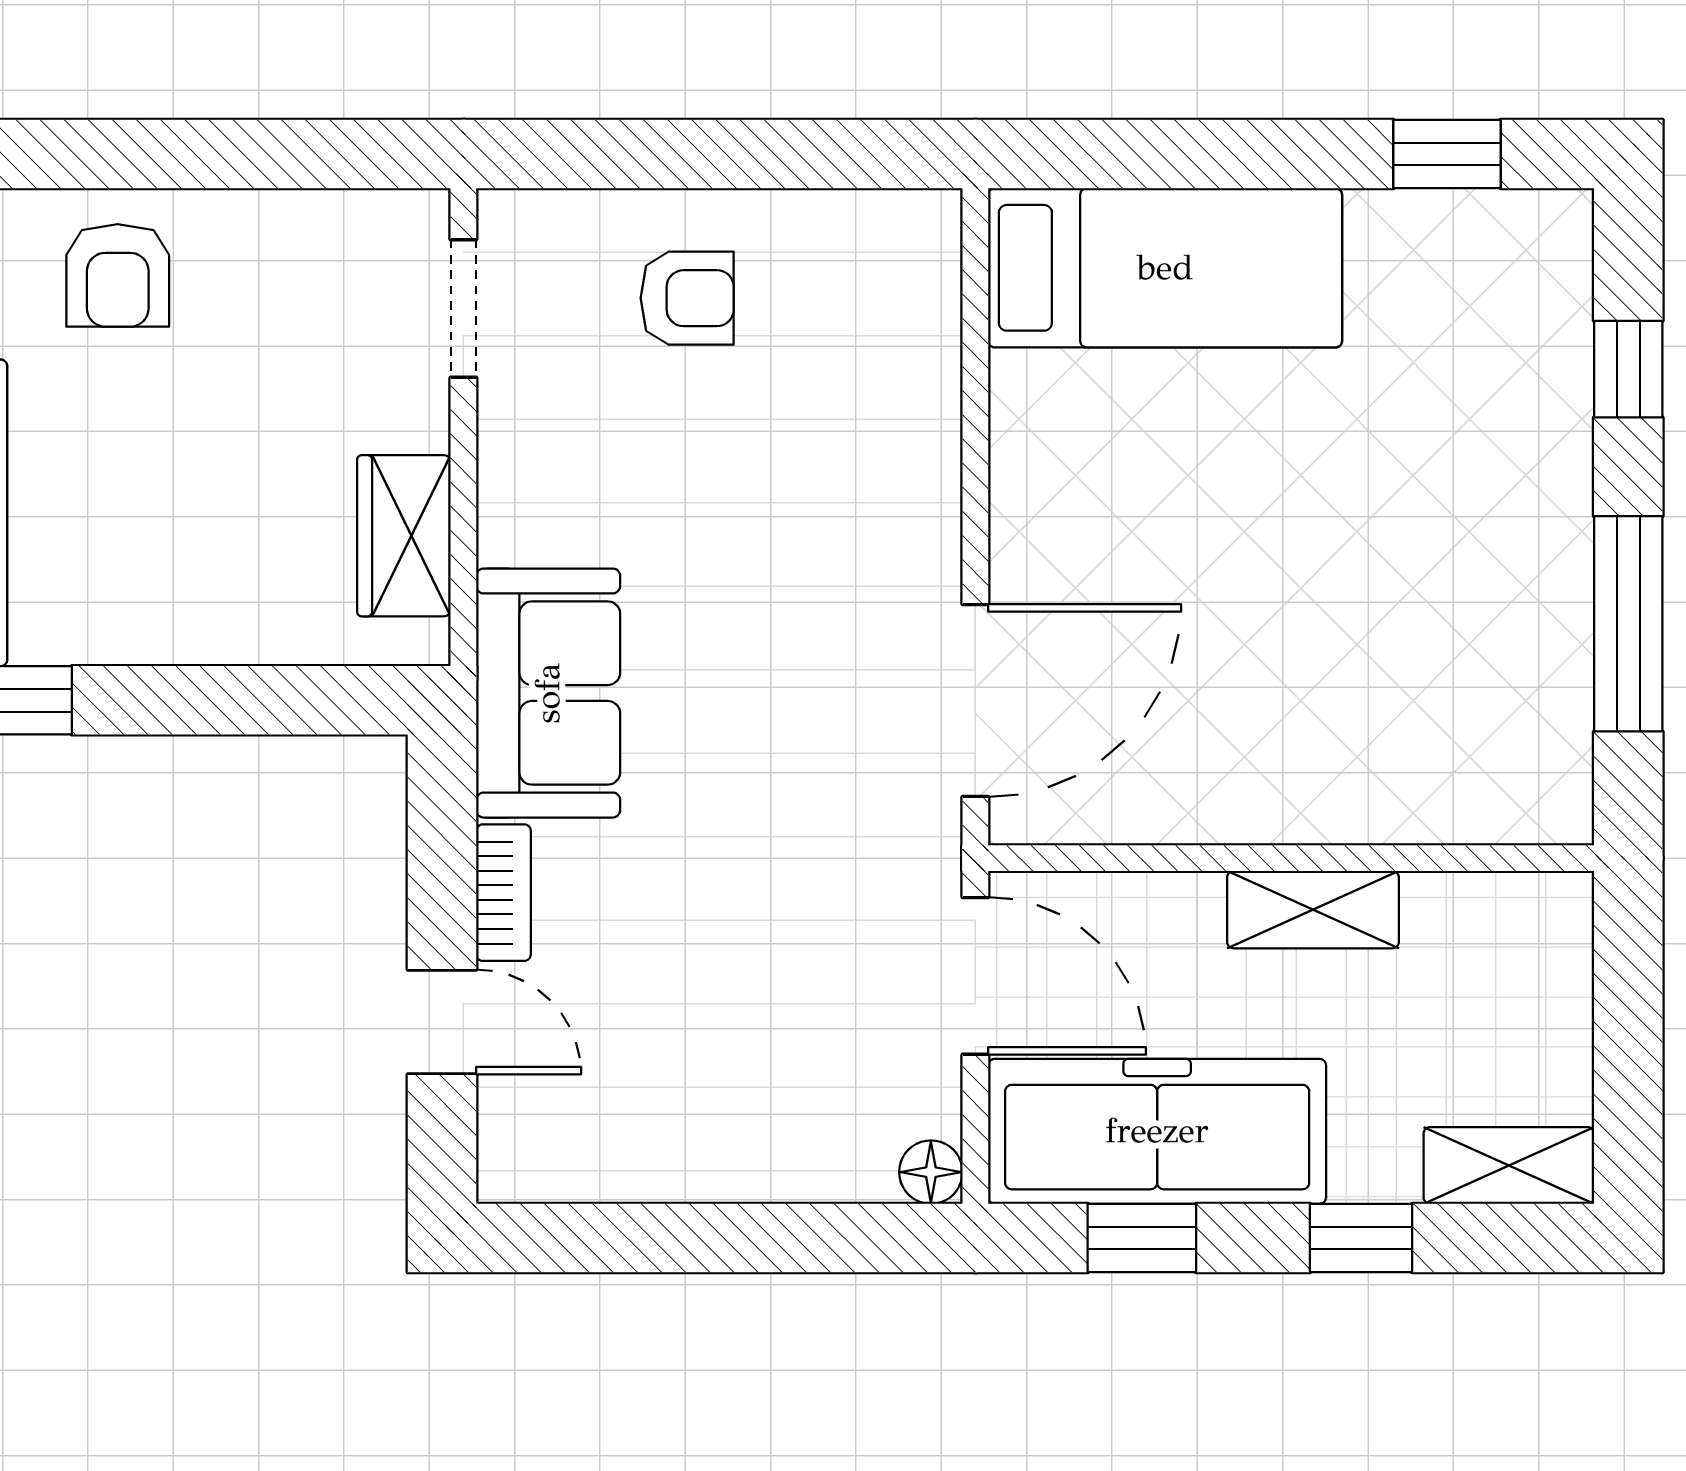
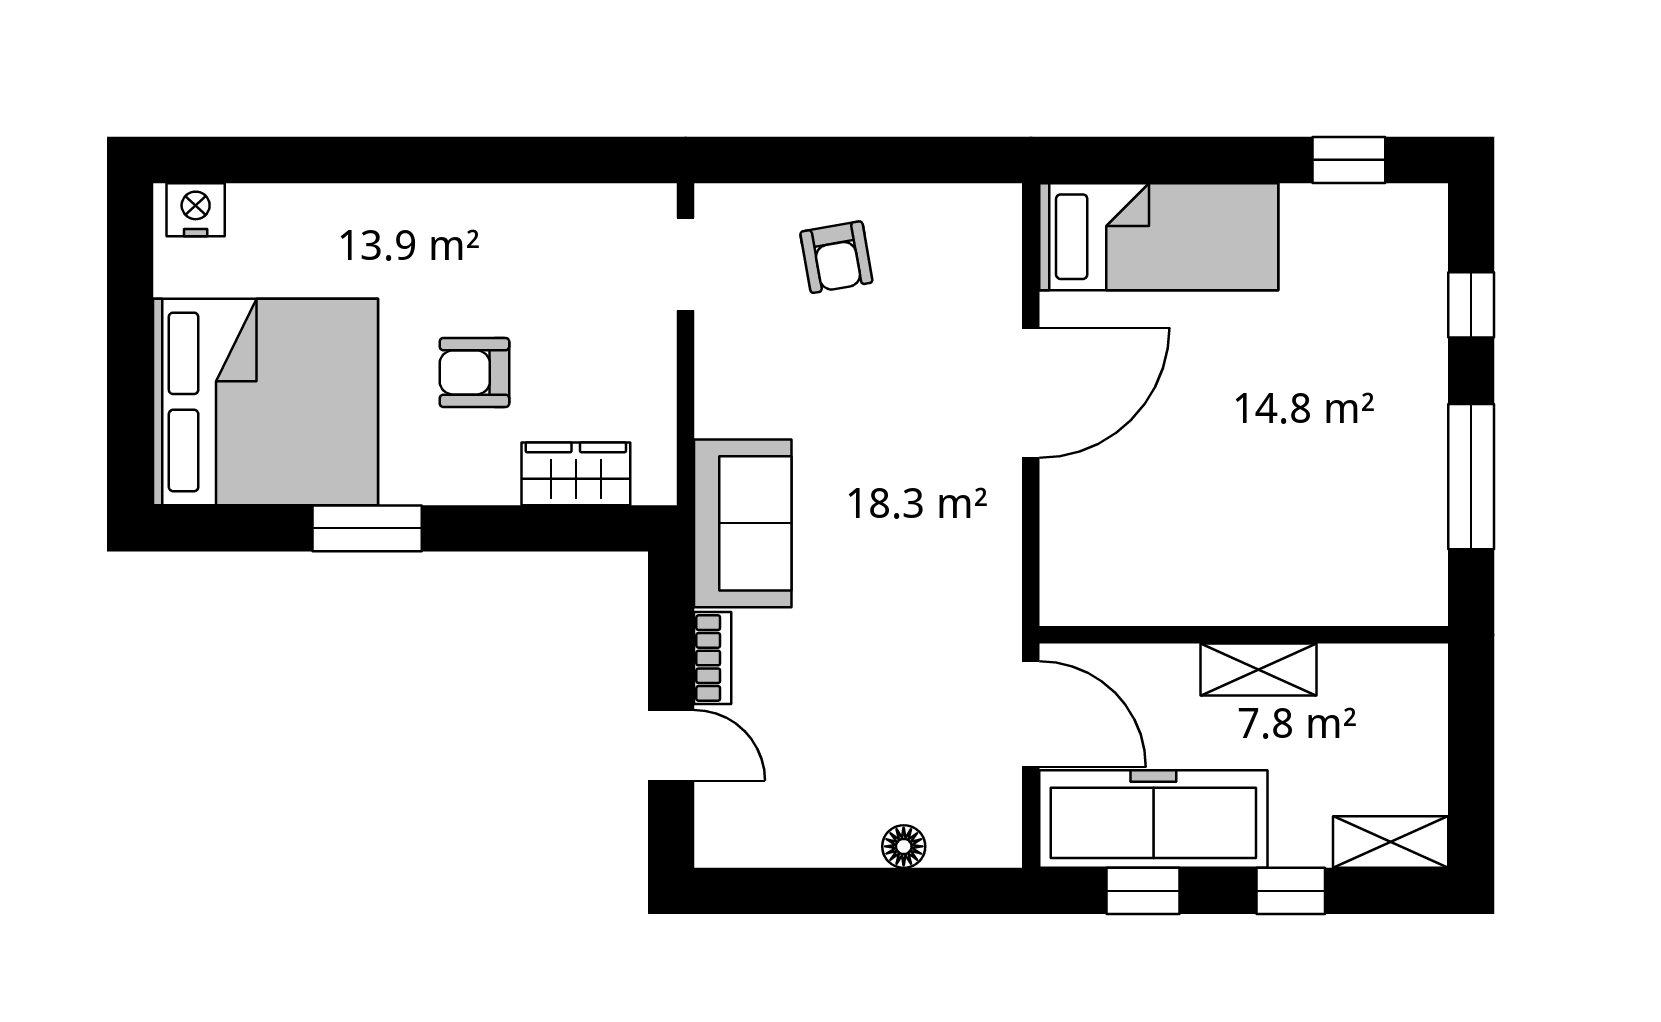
armchair: (118, 275) -> (474, 372), moved, turned 90
armchair: (687, 298) -> (836, 257), turned 80
wardrobe: (404, 536) -> (576, 474), moved, turned 90
door: (975, 700) -> (1031, 393), moved
floor lamp: (931, 1172) -> (904, 846), moved

